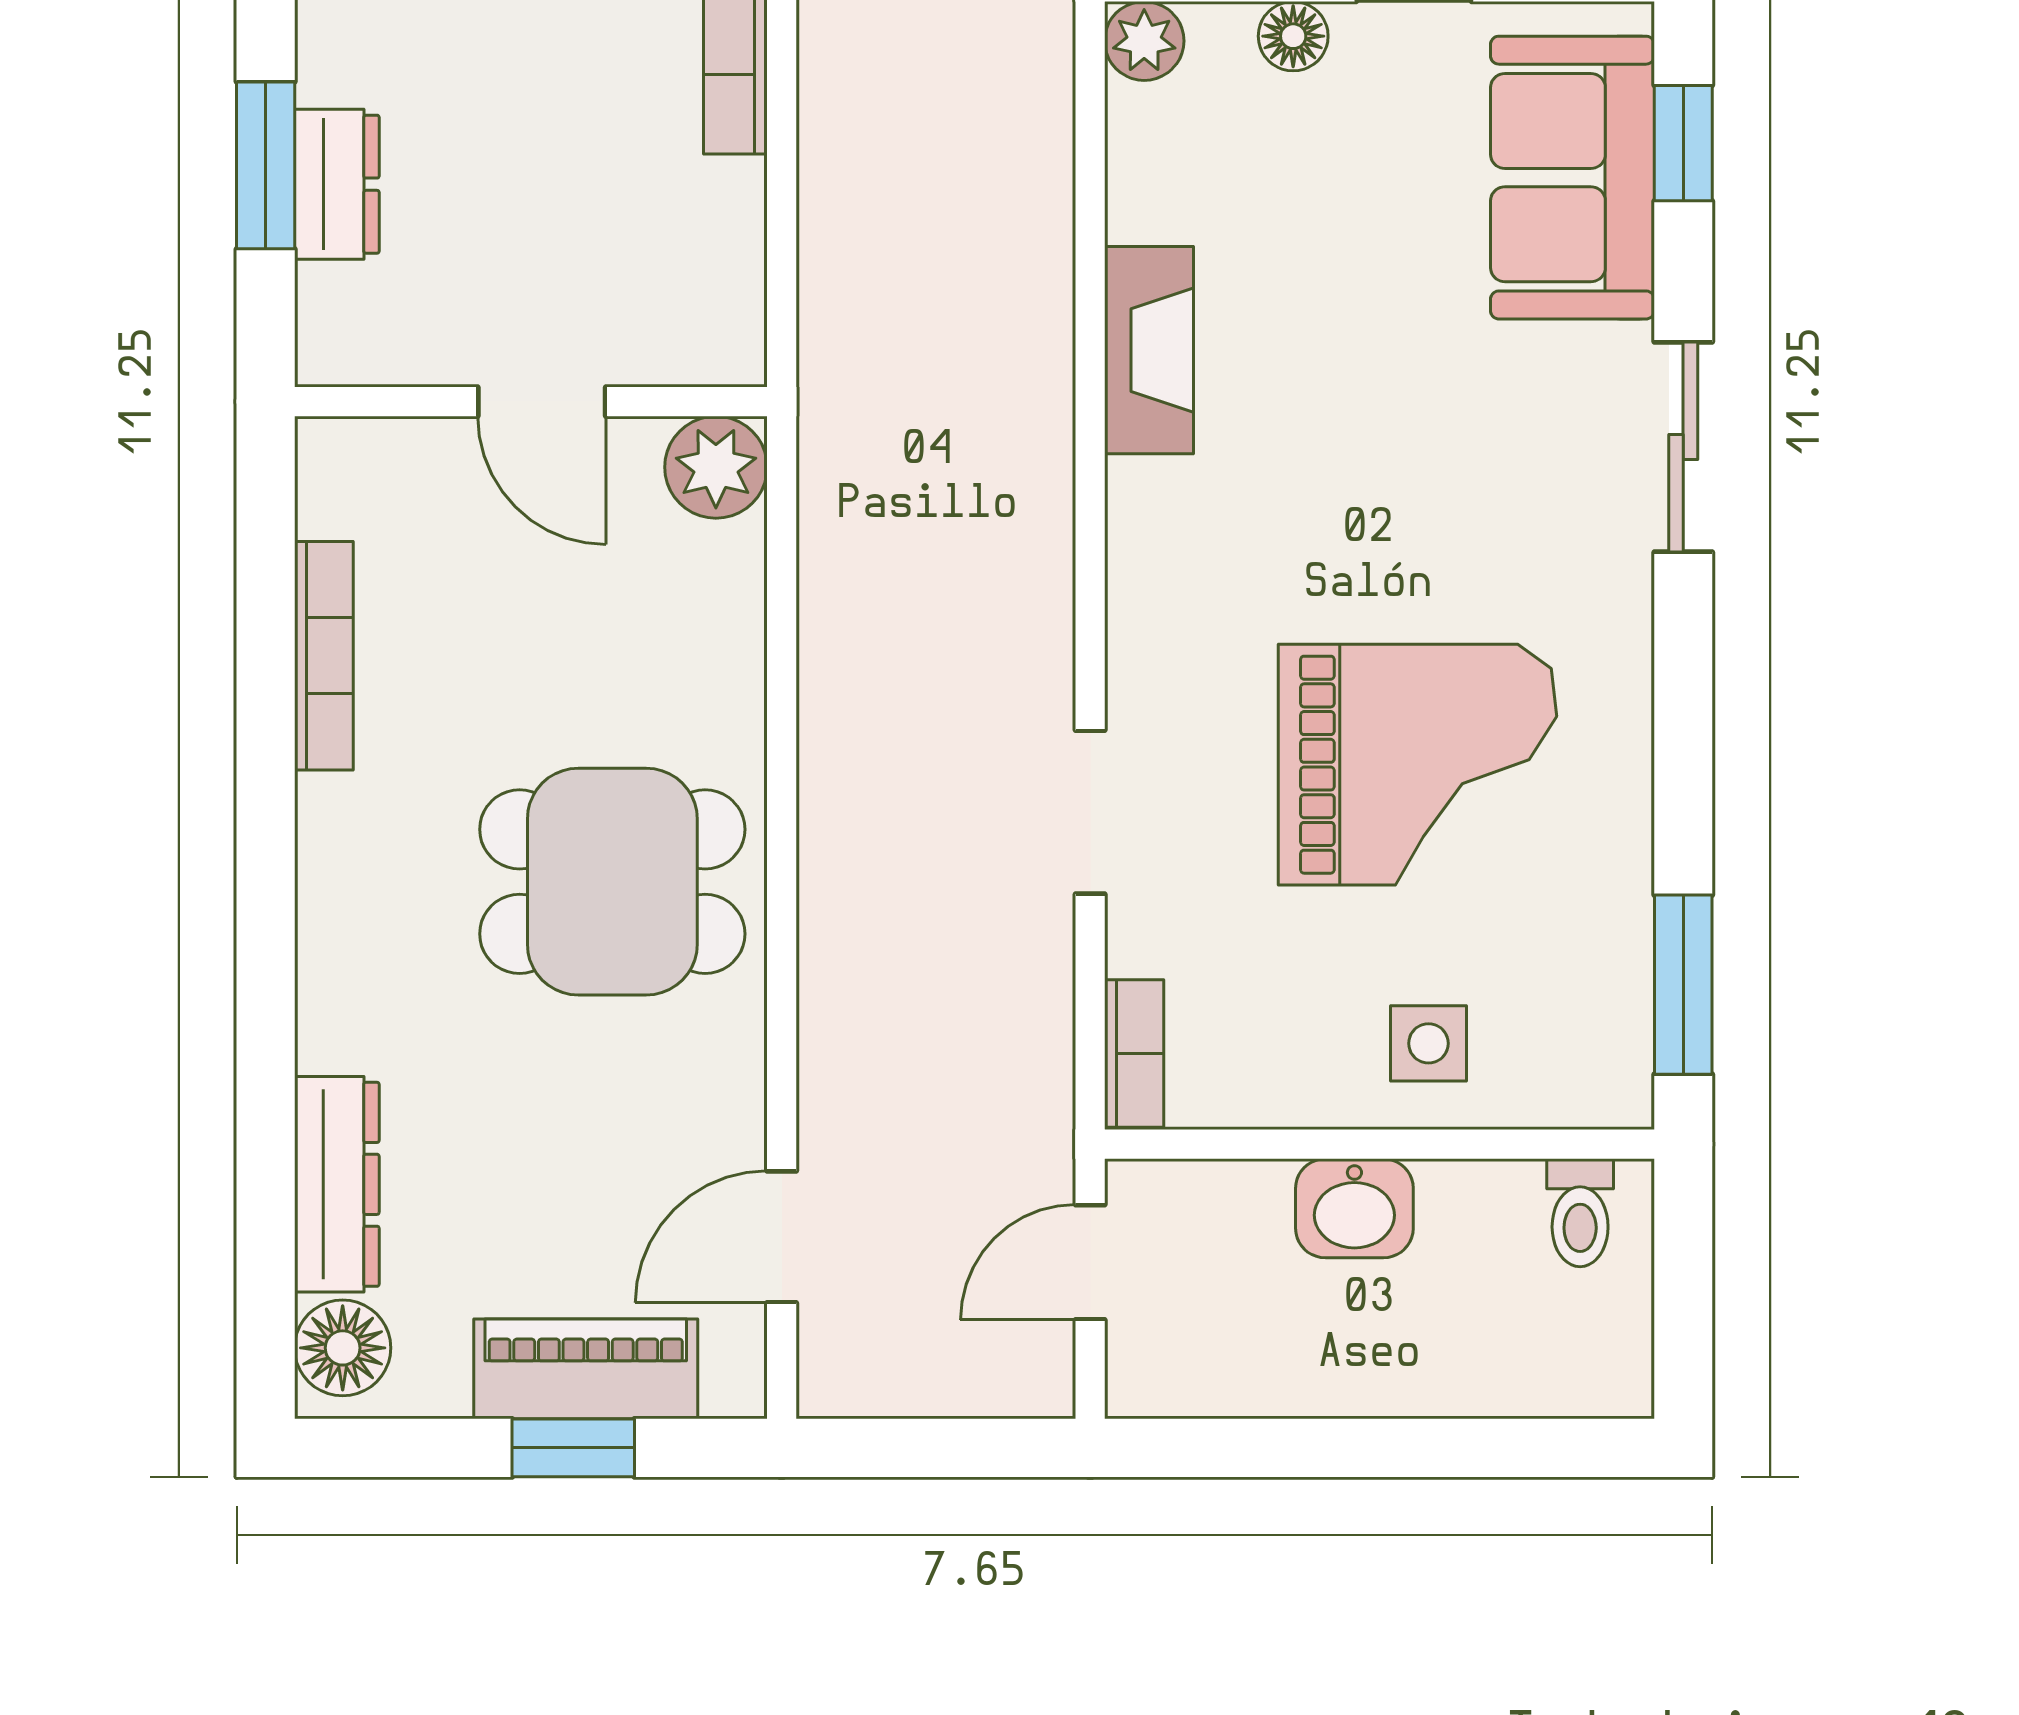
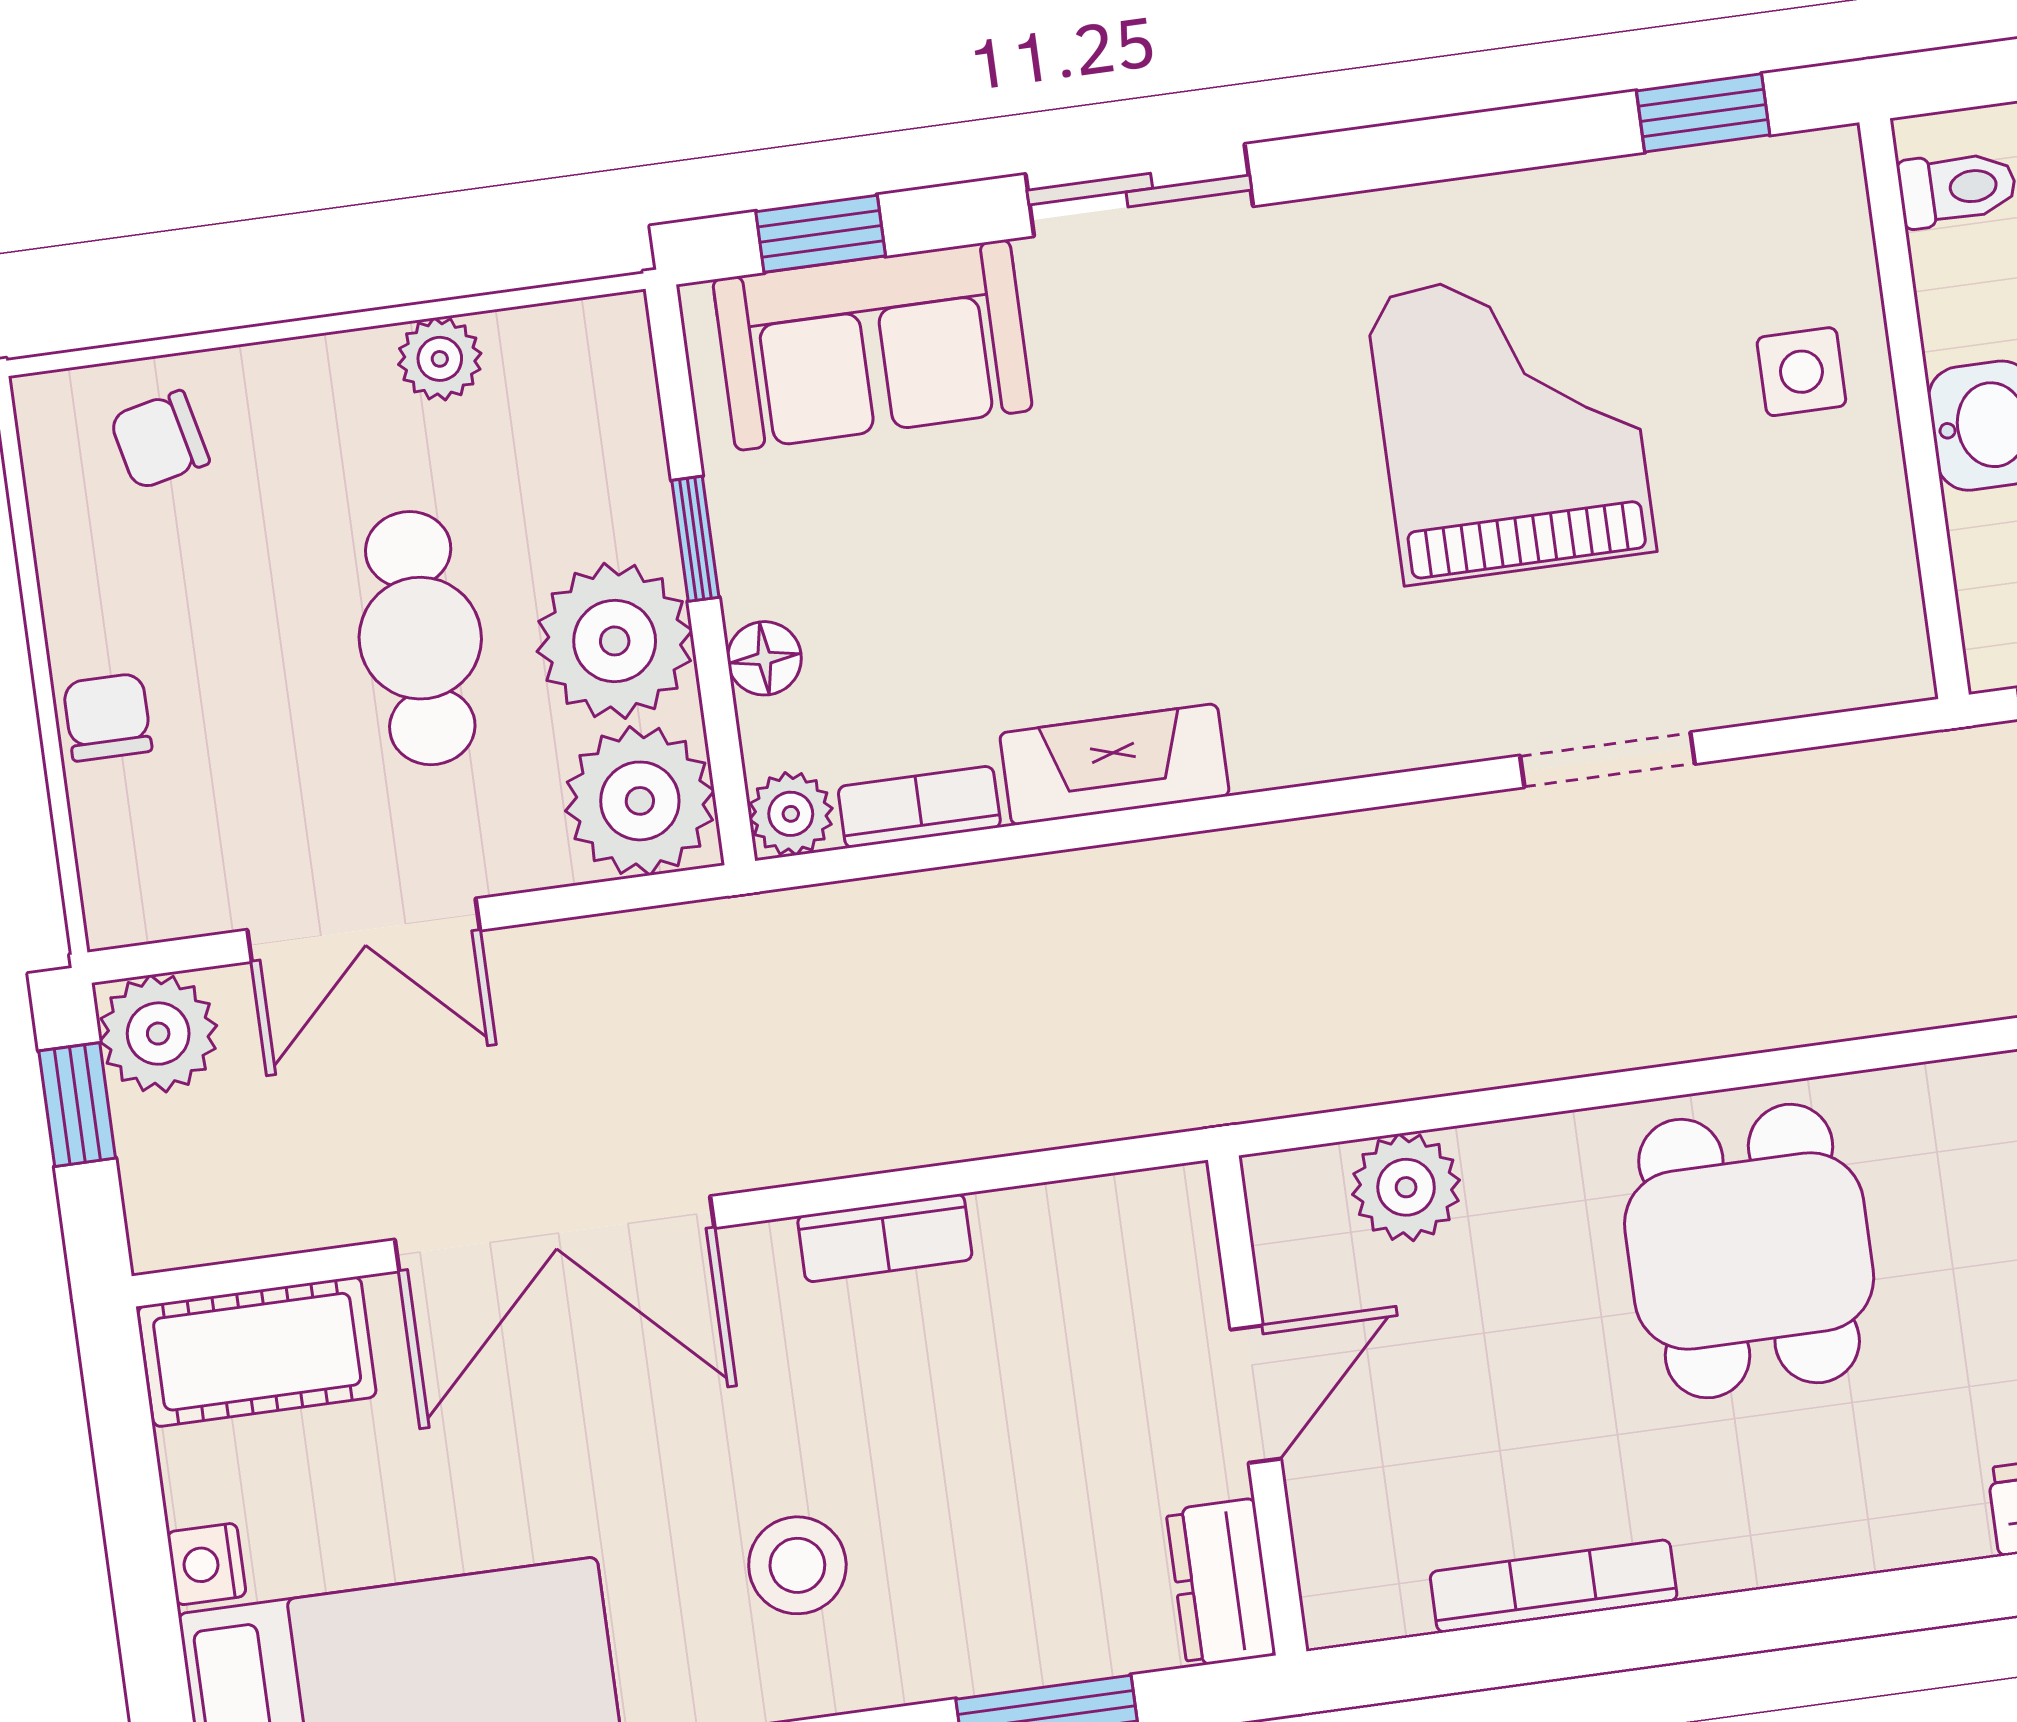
dresser: (337, 184) -> (1221, 1583), moved, turned -90
plant: (716, 467) -> (1406, 1187), moved
window: (1683, 985) -> (1703, 113), width x0.67
bookcase: (1134, 1054) -> (919, 807), moved

